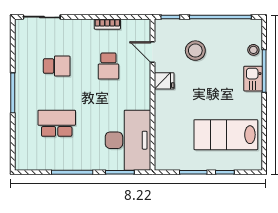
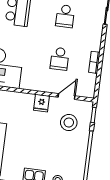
stool: (195, 51) -> (69, 123), moved
school desk: (108, 66) -> (60, 59), turned -90

